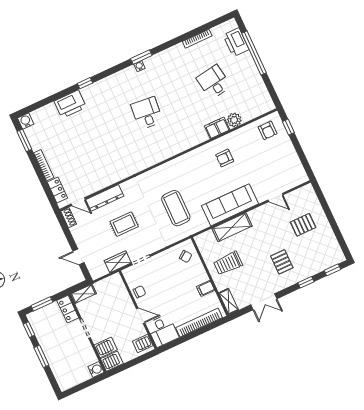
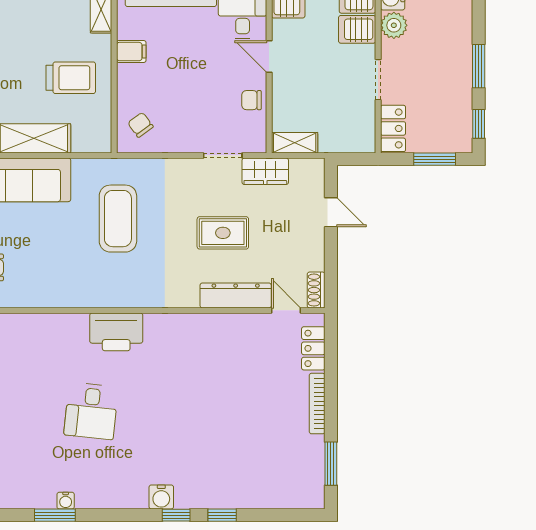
window: (64, 93) -> (222, 515), added
printer: (70, 104) -> (116, 332), moved, turned 180
water cooler: (26, 121) -> (161, 497), moved
shelving: (83, 294) -> (295, 143), moved
plant: (90, 357) -> (394, 25), added

